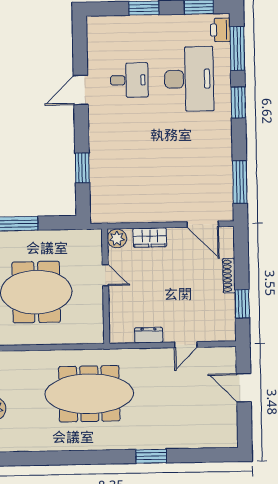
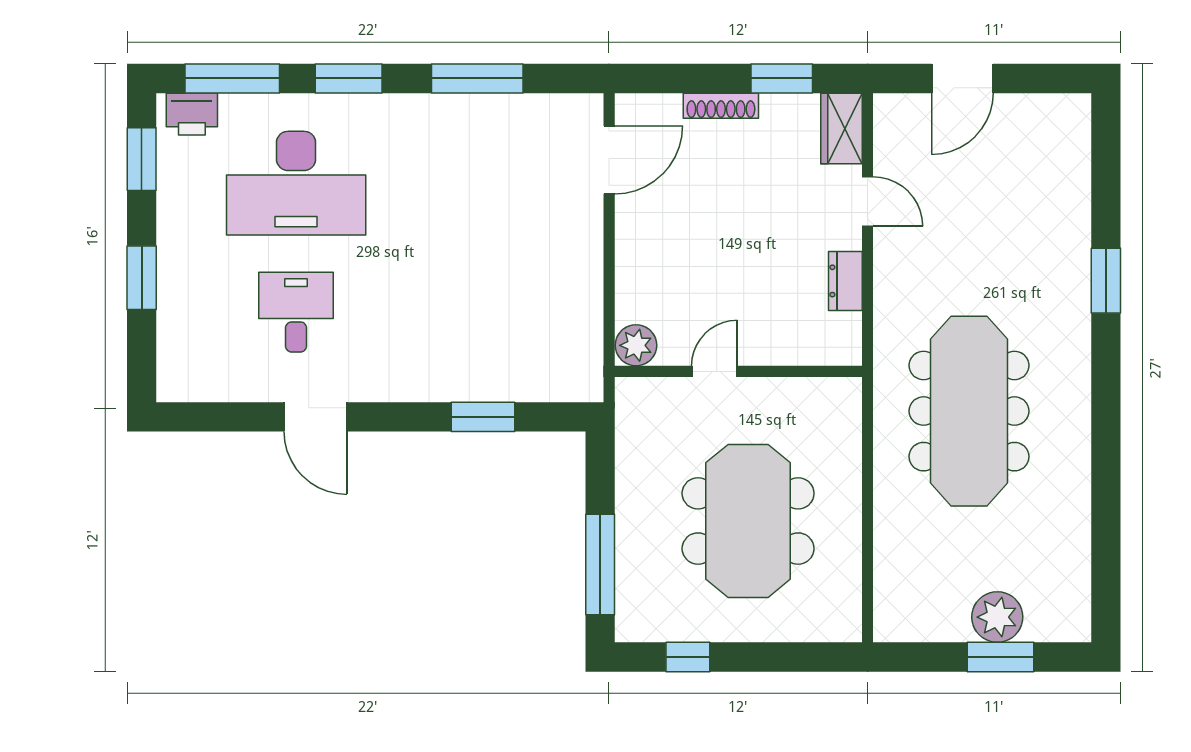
desk: (189, 79) -> (296, 183), turned 180
window: (240, 182) -> (477, 78), moved
wardrobe: (150, 237) -> (842, 128), moved, turned 180

